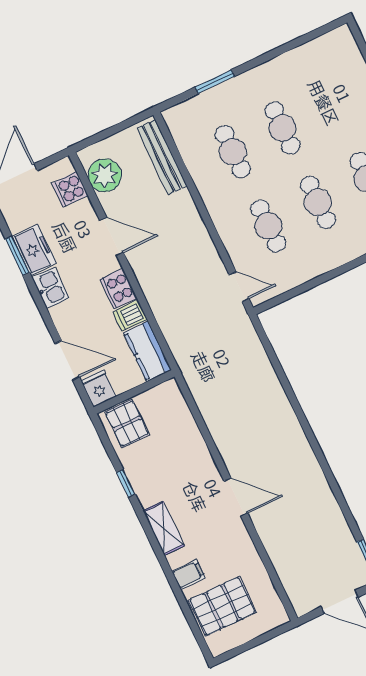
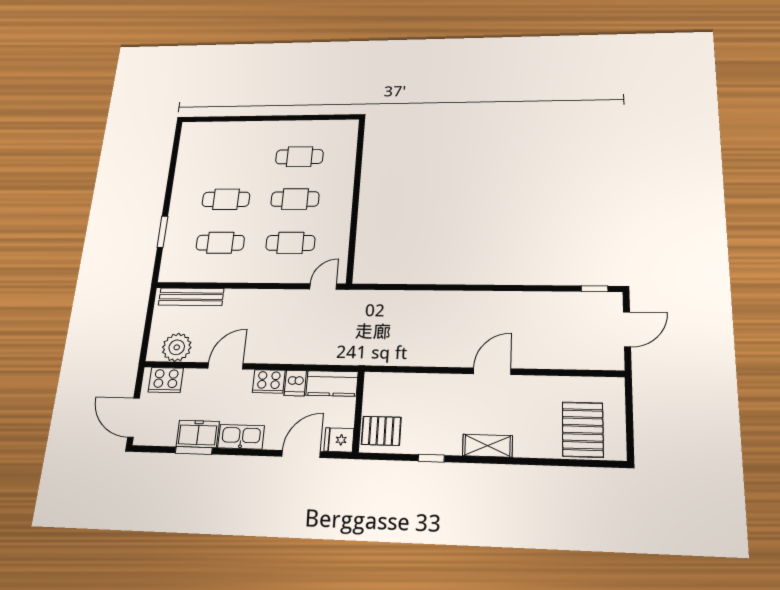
cooker: (70, 189) -> (166, 380), width x1.36
kitchen sink: (50, 288) -> (241, 437), width x1.38
filing cabinet: (188, 574) -> (539, 445), removed

